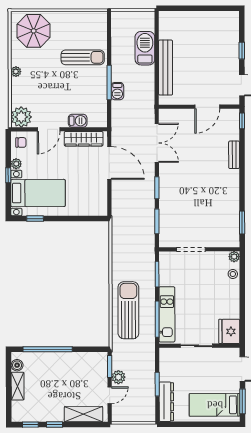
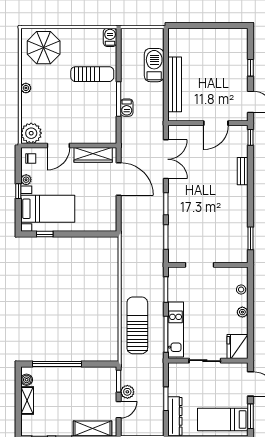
barbecue: (78, 121) -> (110, 37), moved, turned -90
plant: (234, 257) -> (242, 312), moved

